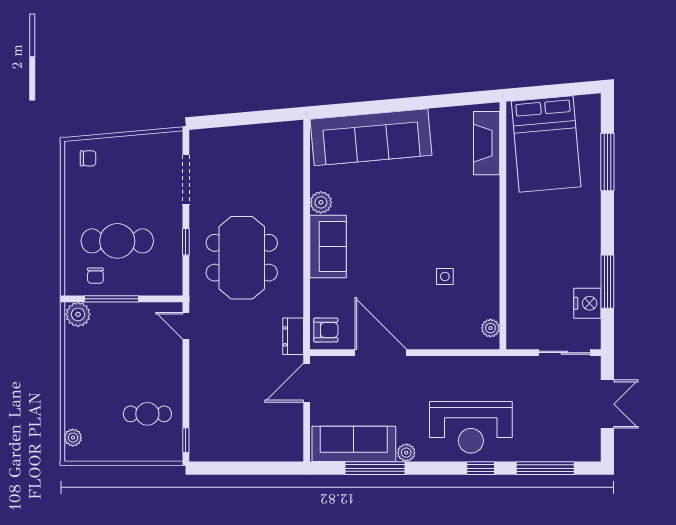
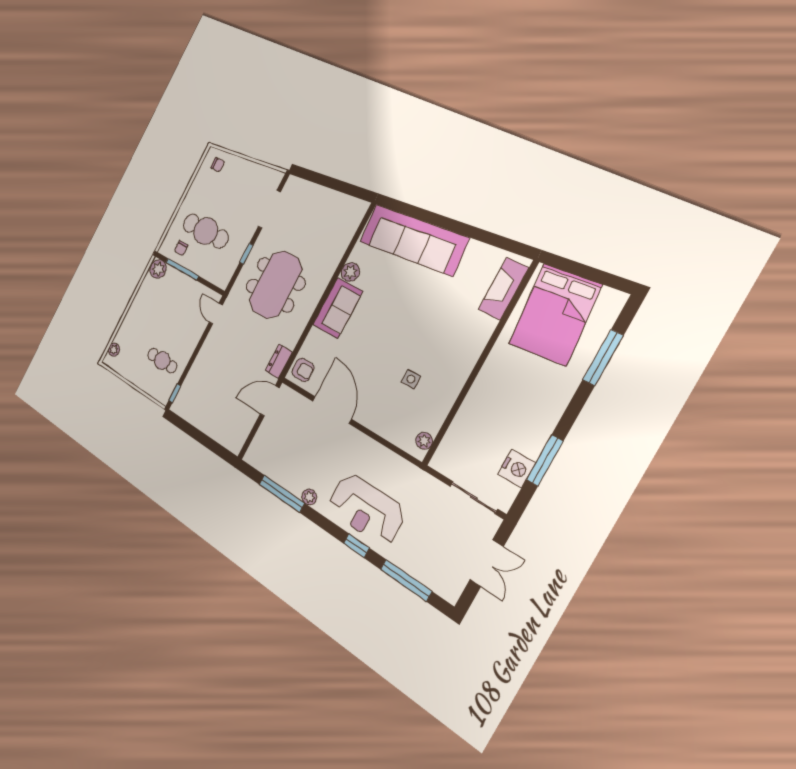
sofa: (354, 444) -> (277, 466), removed

